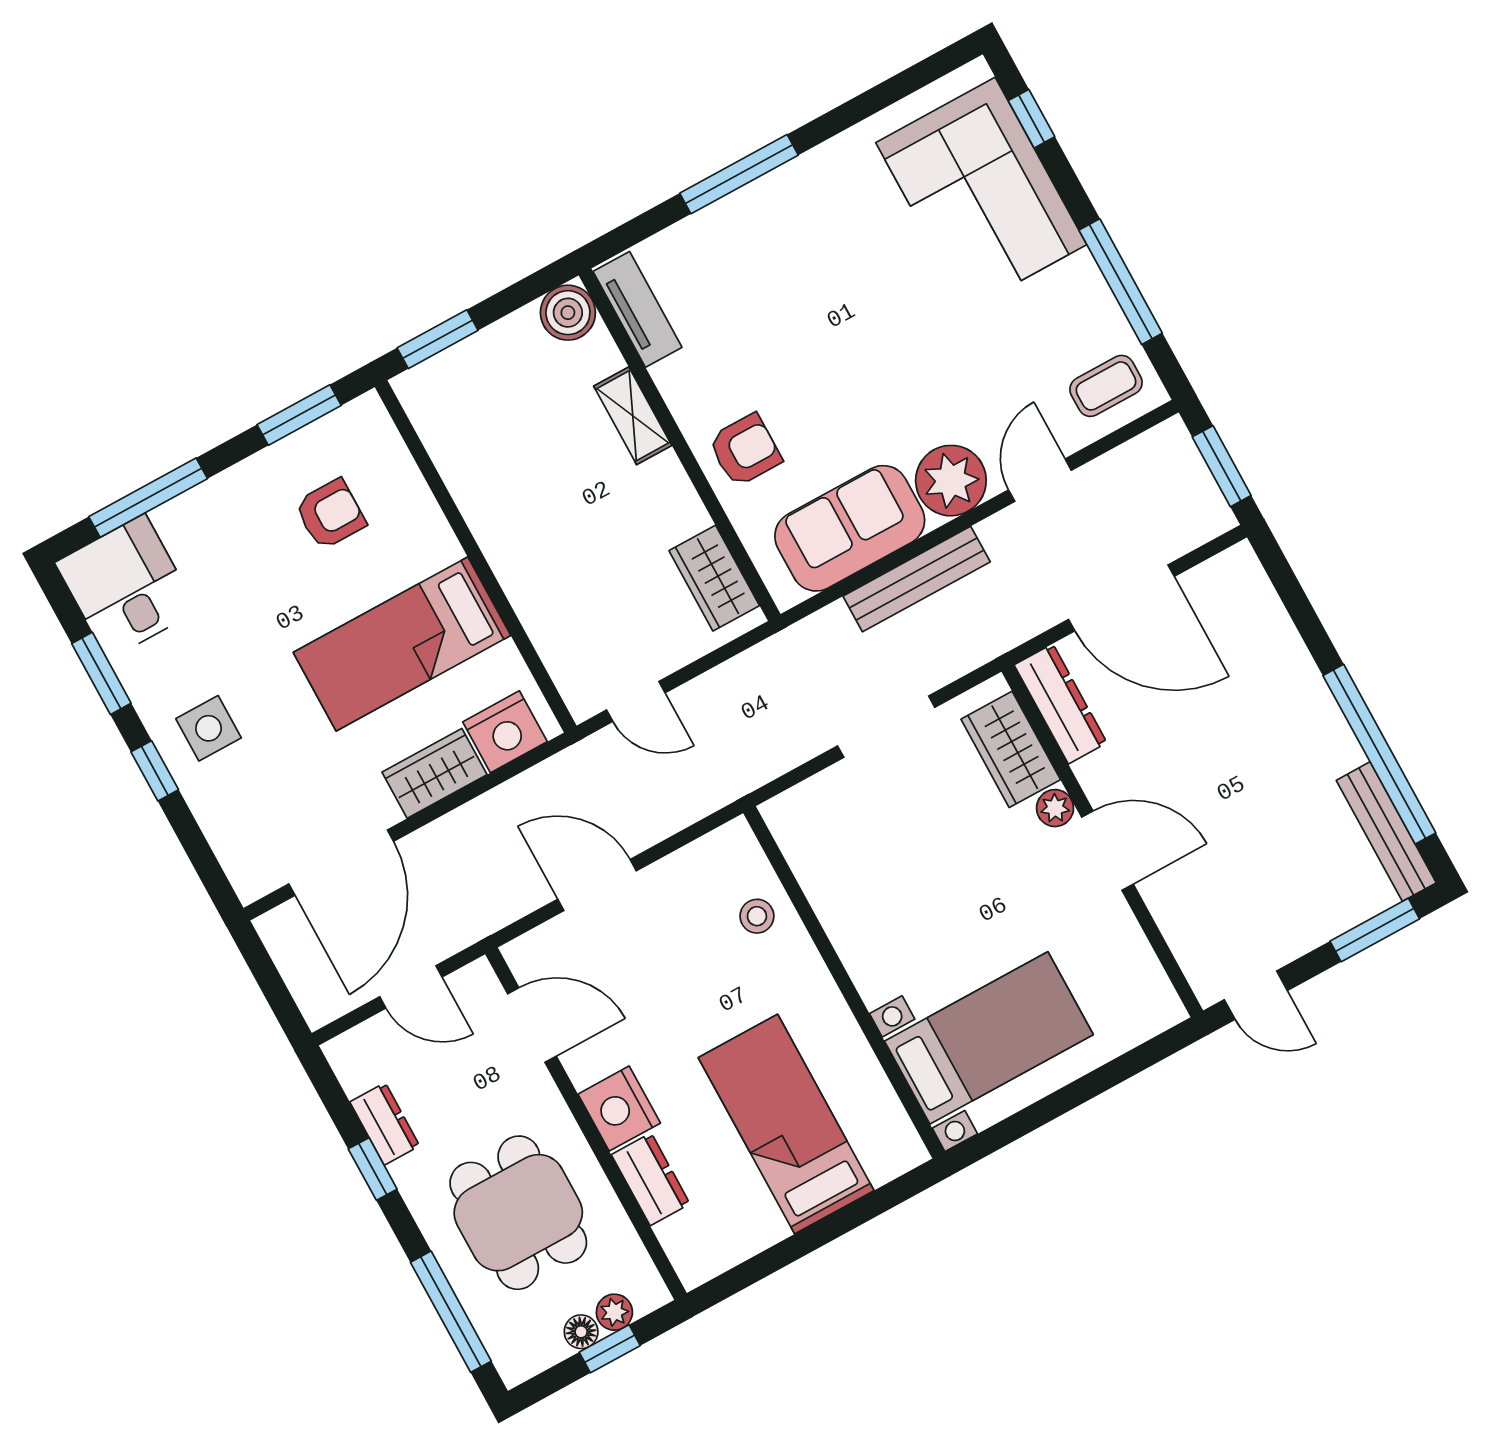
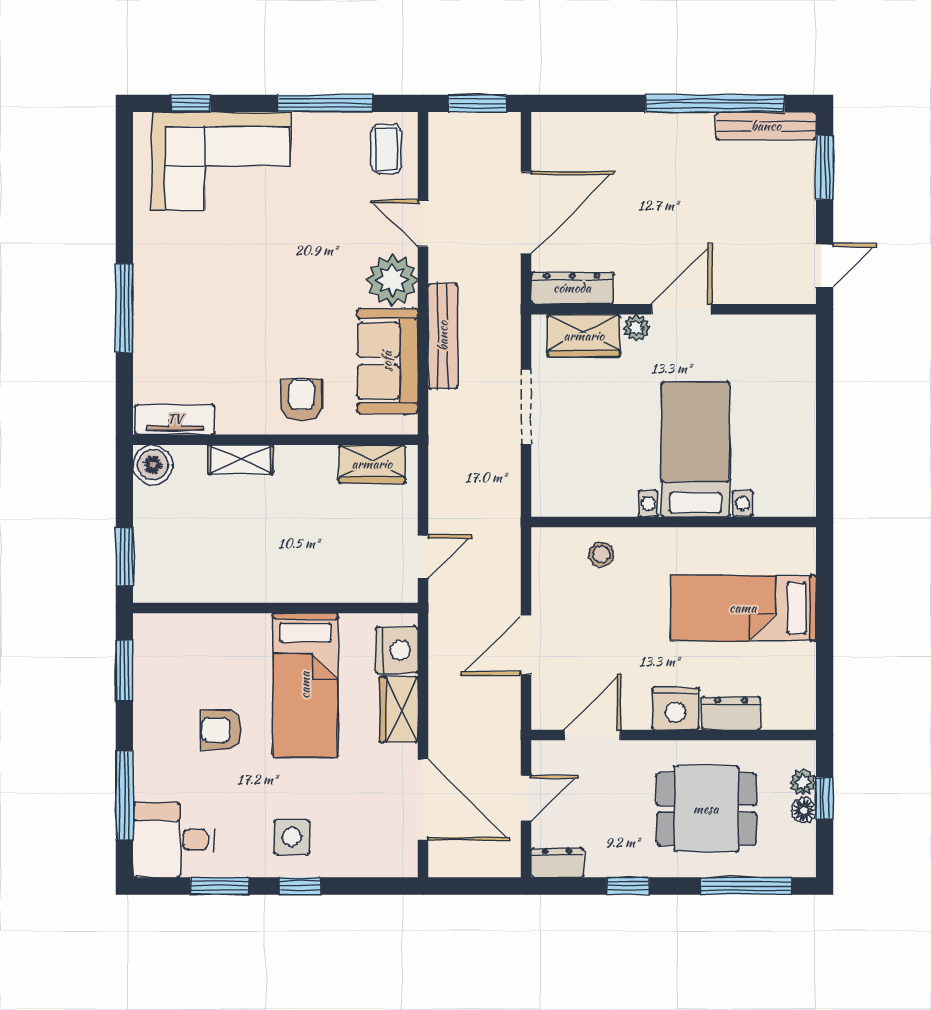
armchair: (330, 514) -> (221, 730), moved, turned -90
bed with nightstands: (989, 1038) -> (696, 450), moved
dresser: (385, 1124) -> (557, 863), moved

